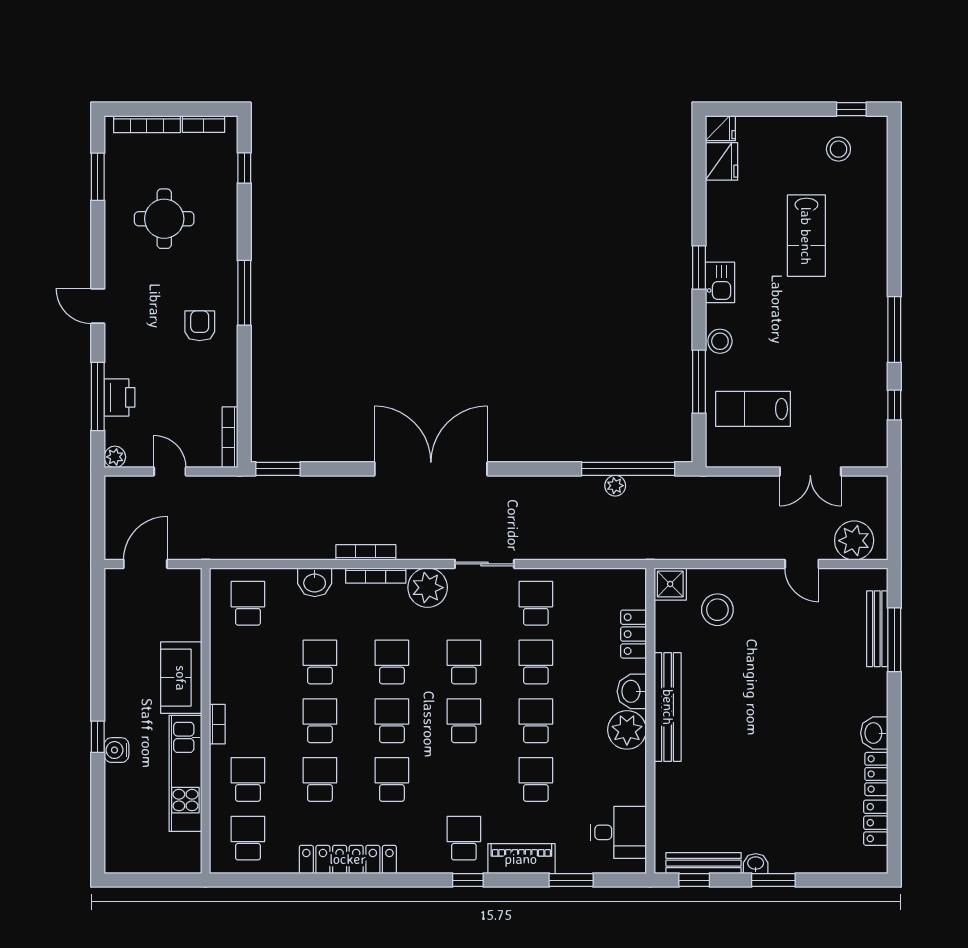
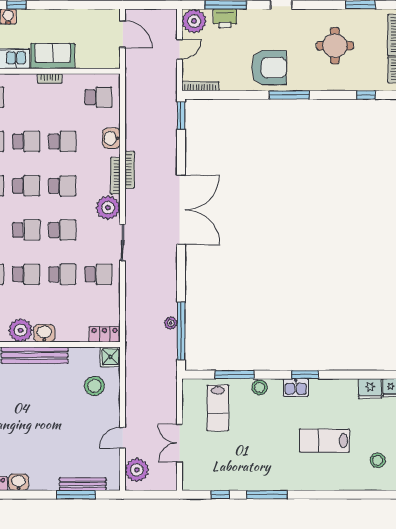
armchair: (200, 326) -> (269, 68), width x1.88, depth x1.88
lab bench: (753, 409) -> (218, 408), turned 180
plant: (115, 457) -> (194, 21), width x1.88, depth x1.88
locker: (634, 634) -> (105, 334), moved
bookcase: (217, 724) -> (50, 78), moved

